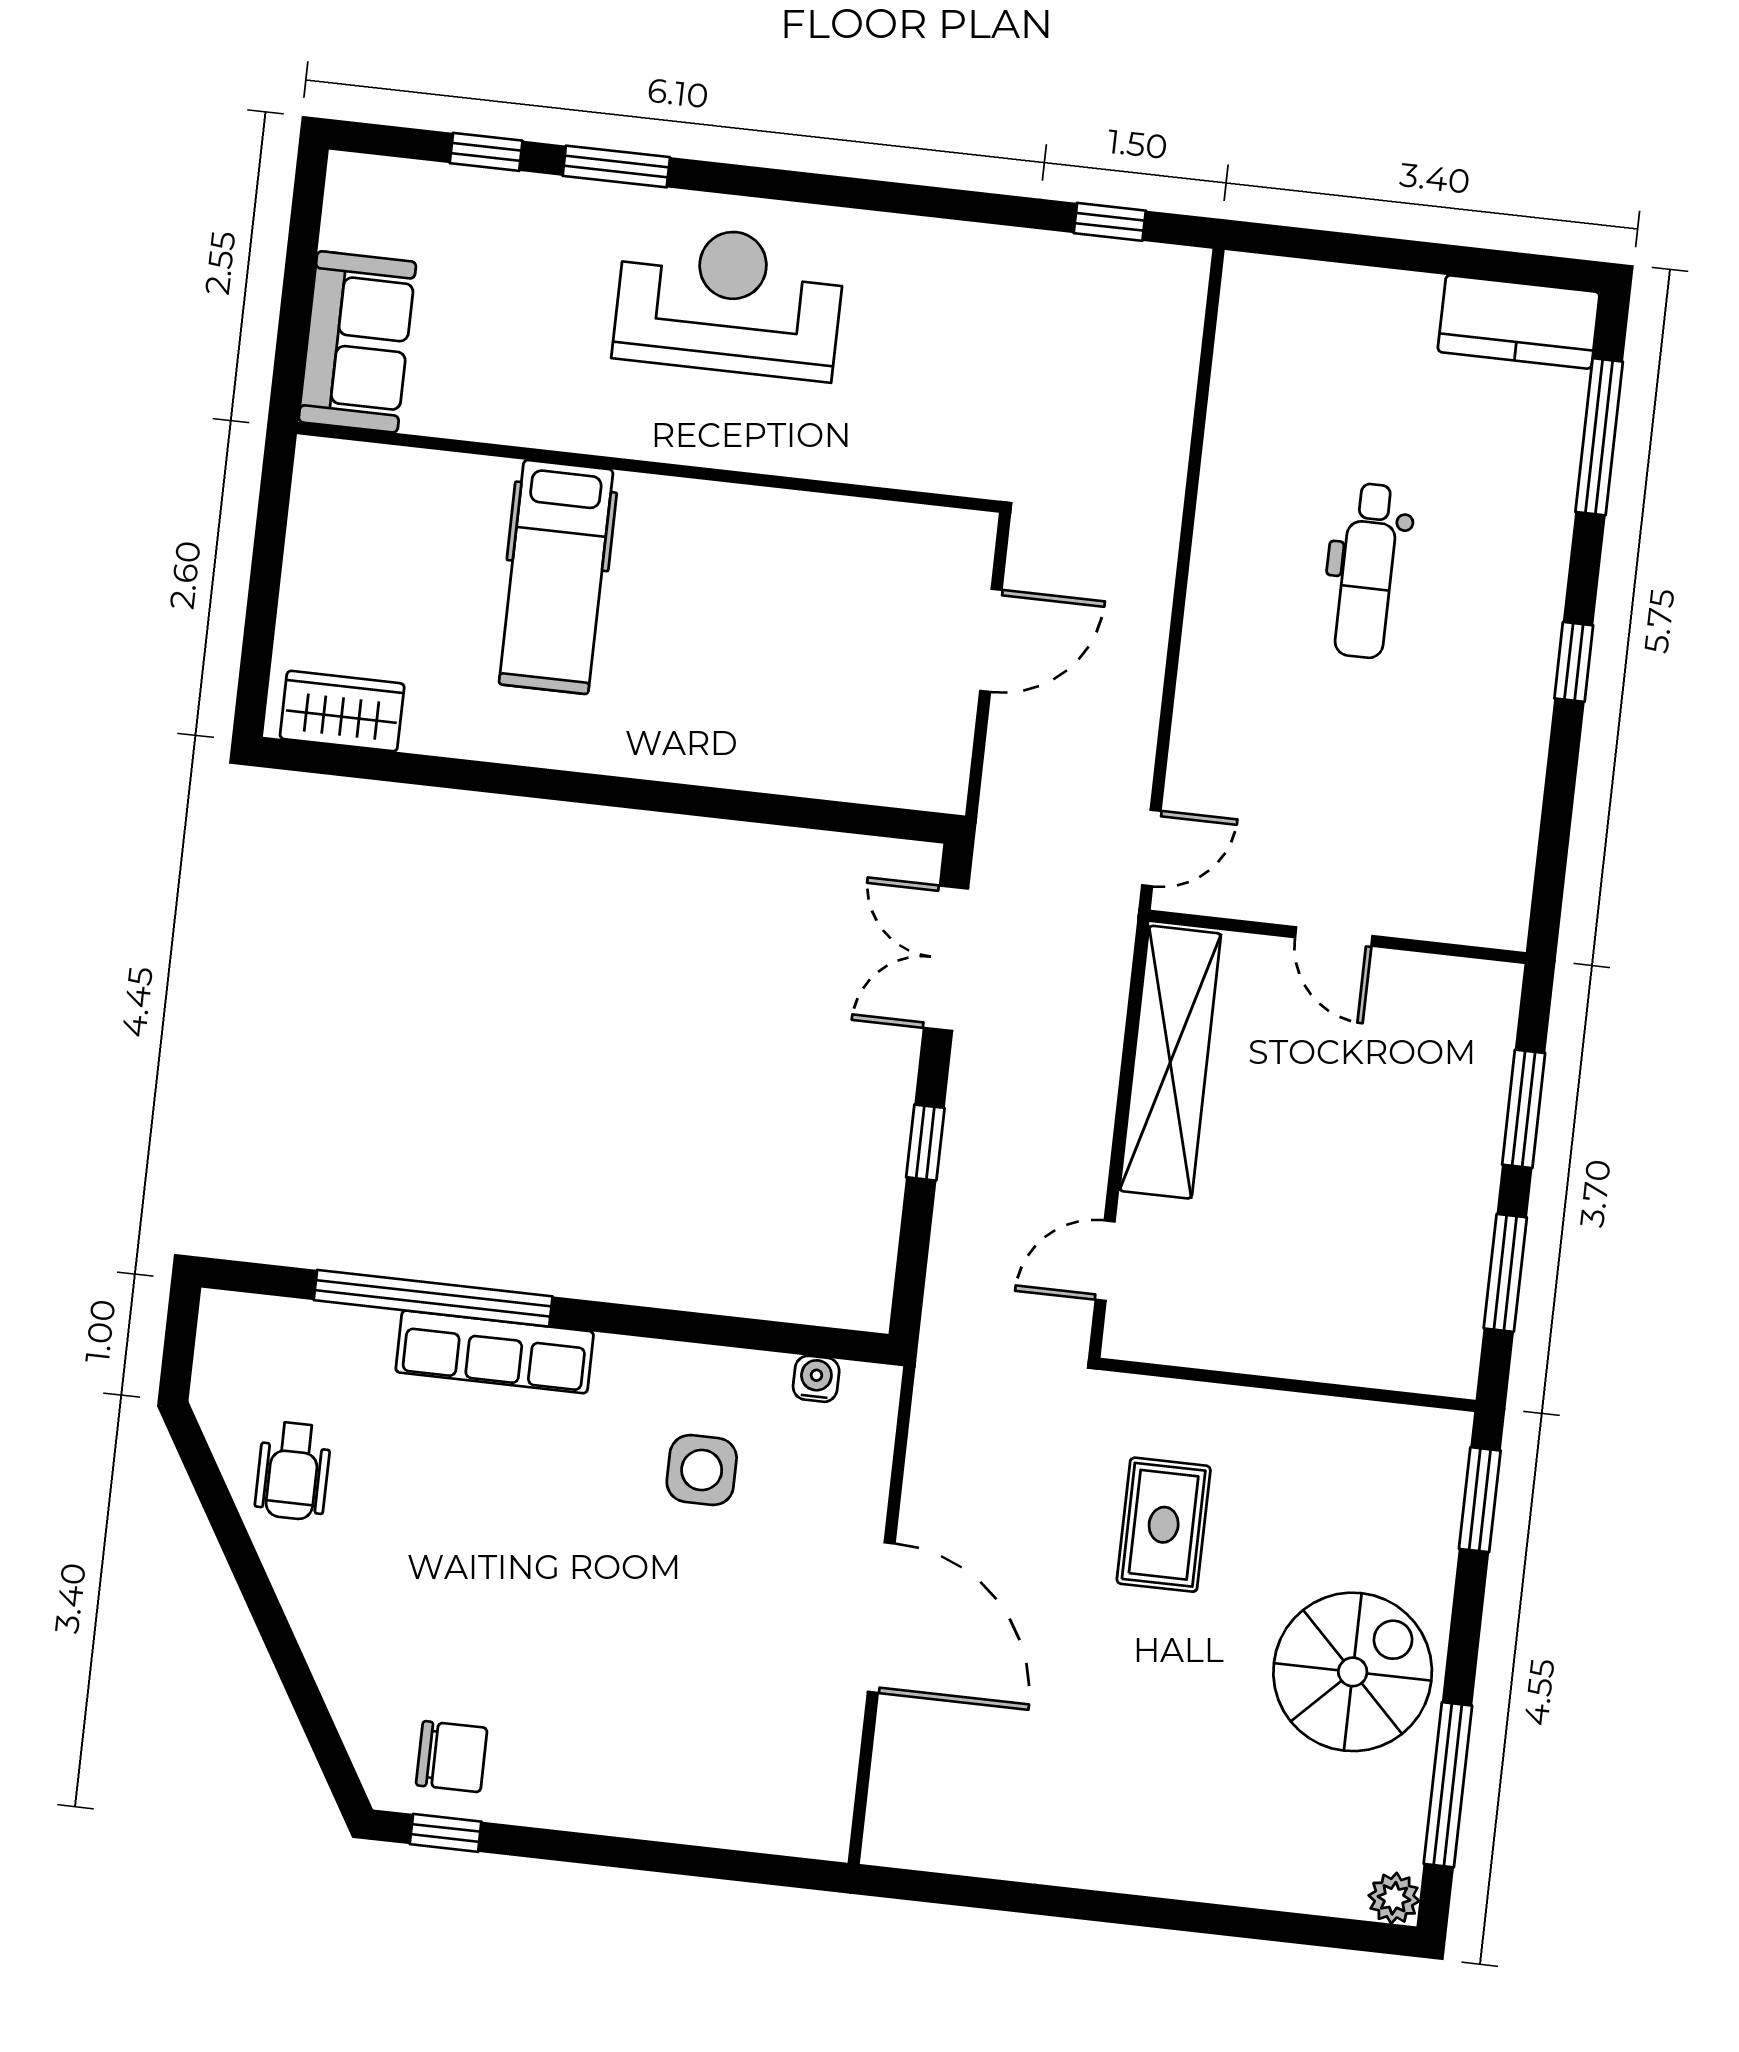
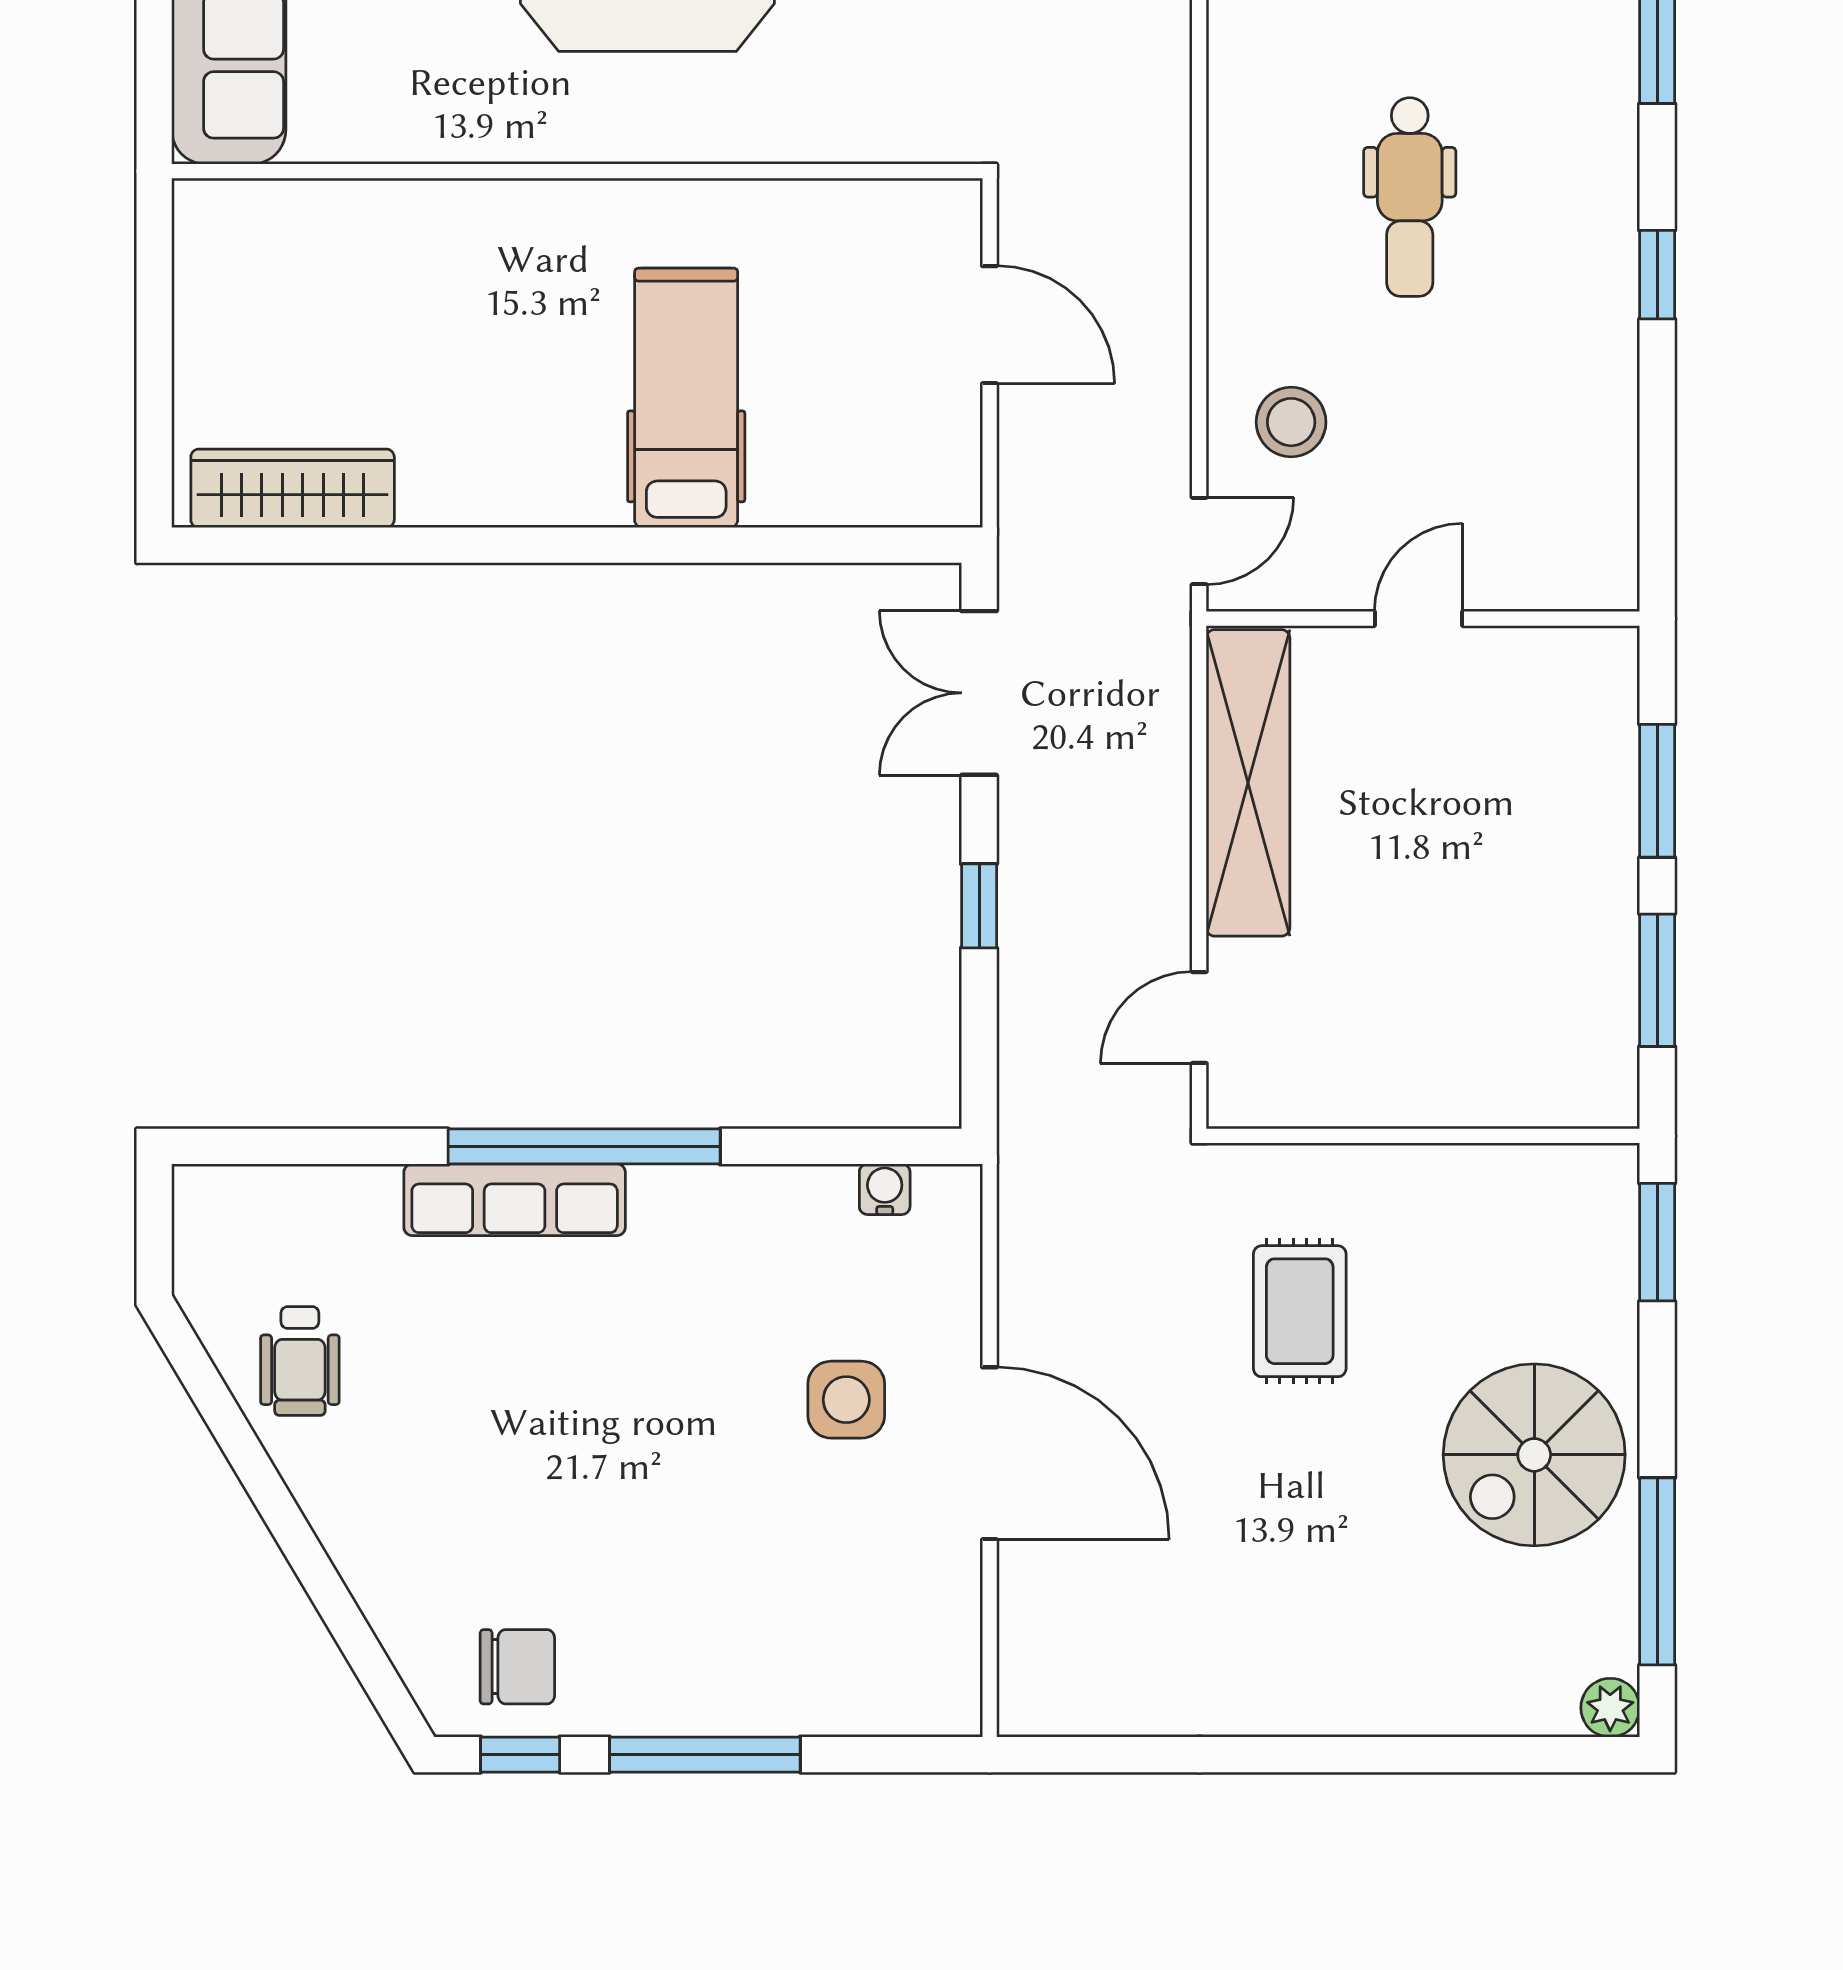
hospital bed: (556, 577) -> (686, 398), moved, turned 180
door: (991, 640) -> (990, 325), hinge flipped
wardrobe: (342, 711) -> (293, 488), width x1.50
stool: (1243, 754) -> (1291, 422), added
door: (1334, 937) -> (1419, 619), swing flipped
window: (433, 1298) -> (584, 1146), moved
side table: (702, 1470) -> (846, 1400), moved
spiral stairs: (1353, 1672) -> (1534, 1455), turned 180
window: (606, 1851) -> (705, 1755), added

